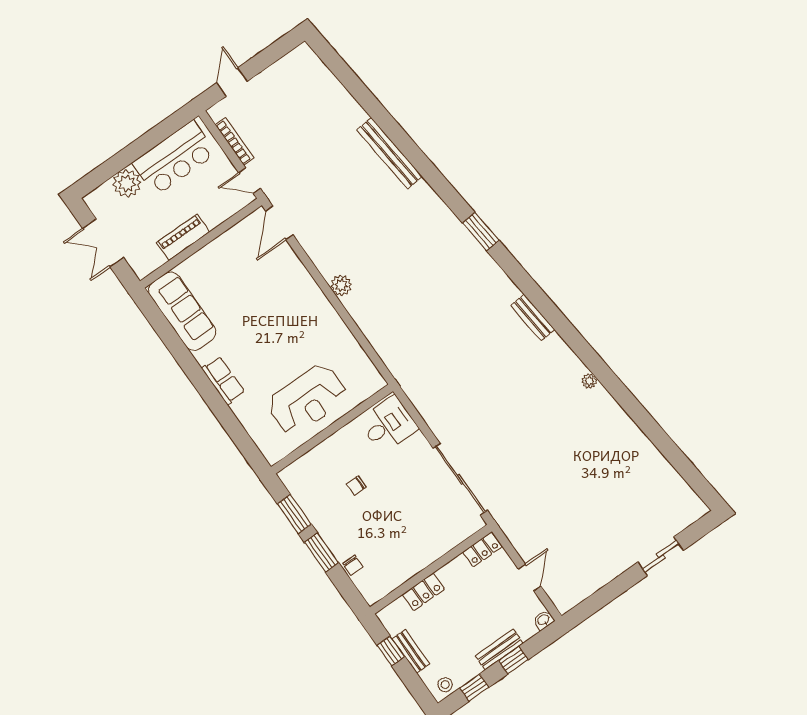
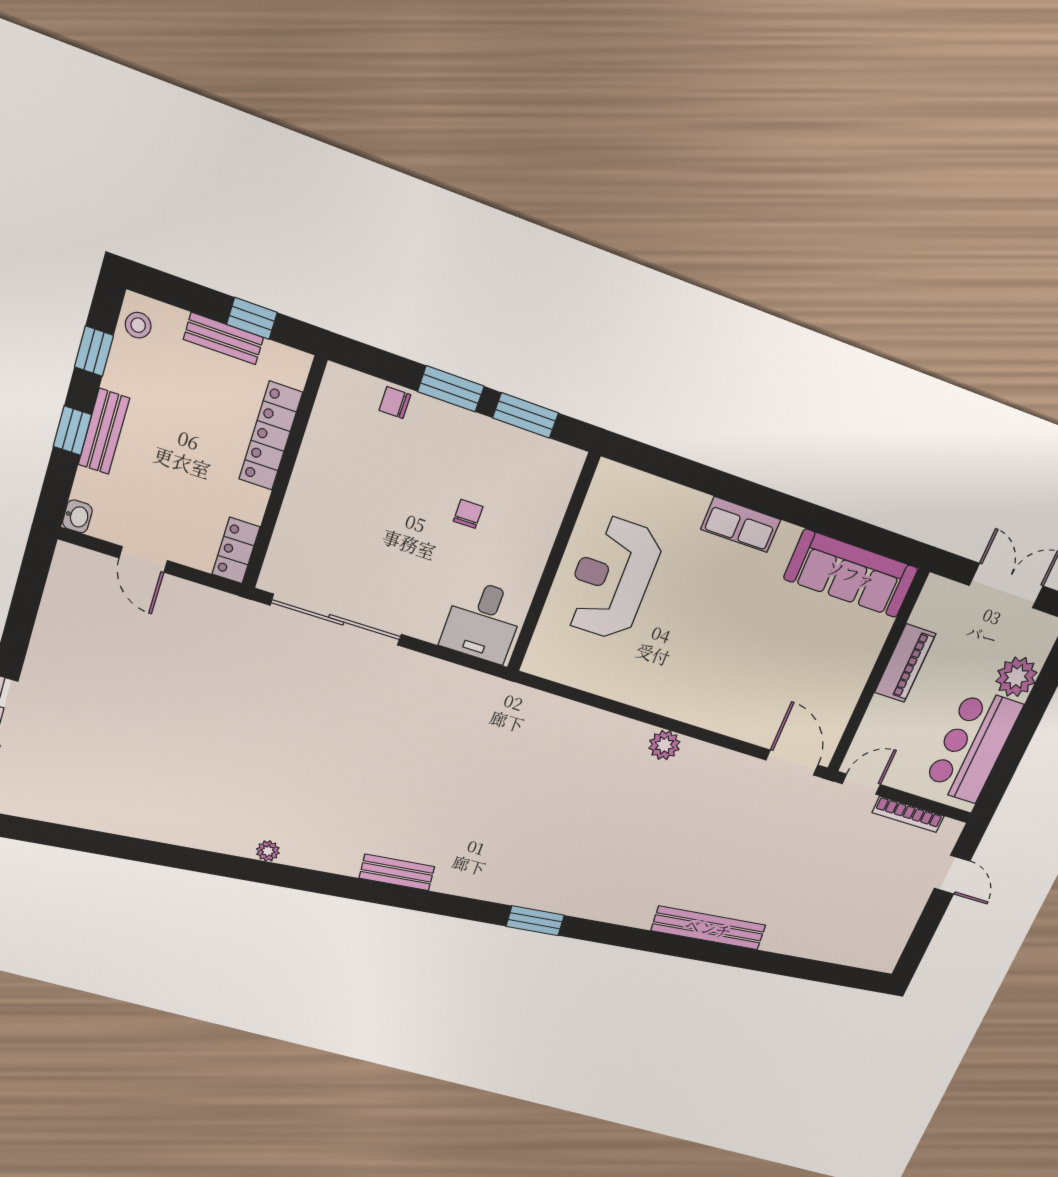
locker: (423, 592) -> (271, 436), width x1.53

